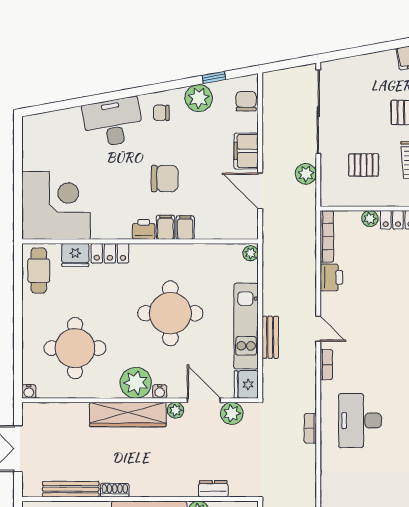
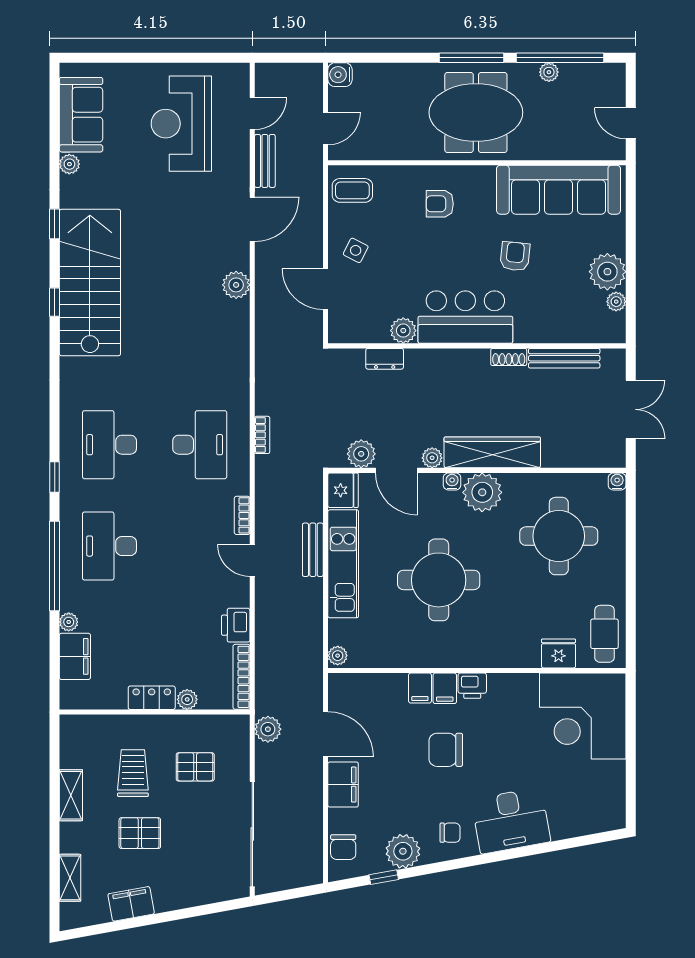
plant: (306, 174) -> (268, 729), moved
locker: (110, 253) -> (515, 656), removed

